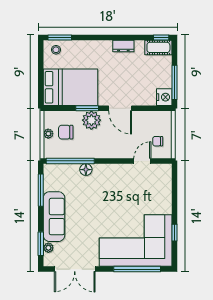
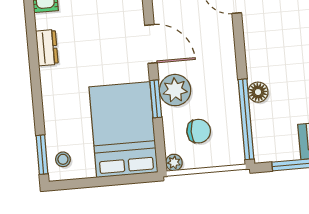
door: (120, 108) -> (151, 44), hinge flipped
chair: (66, 132) -> (199, 131), turned -90
plant: (48, 134) -> (174, 163), moved

